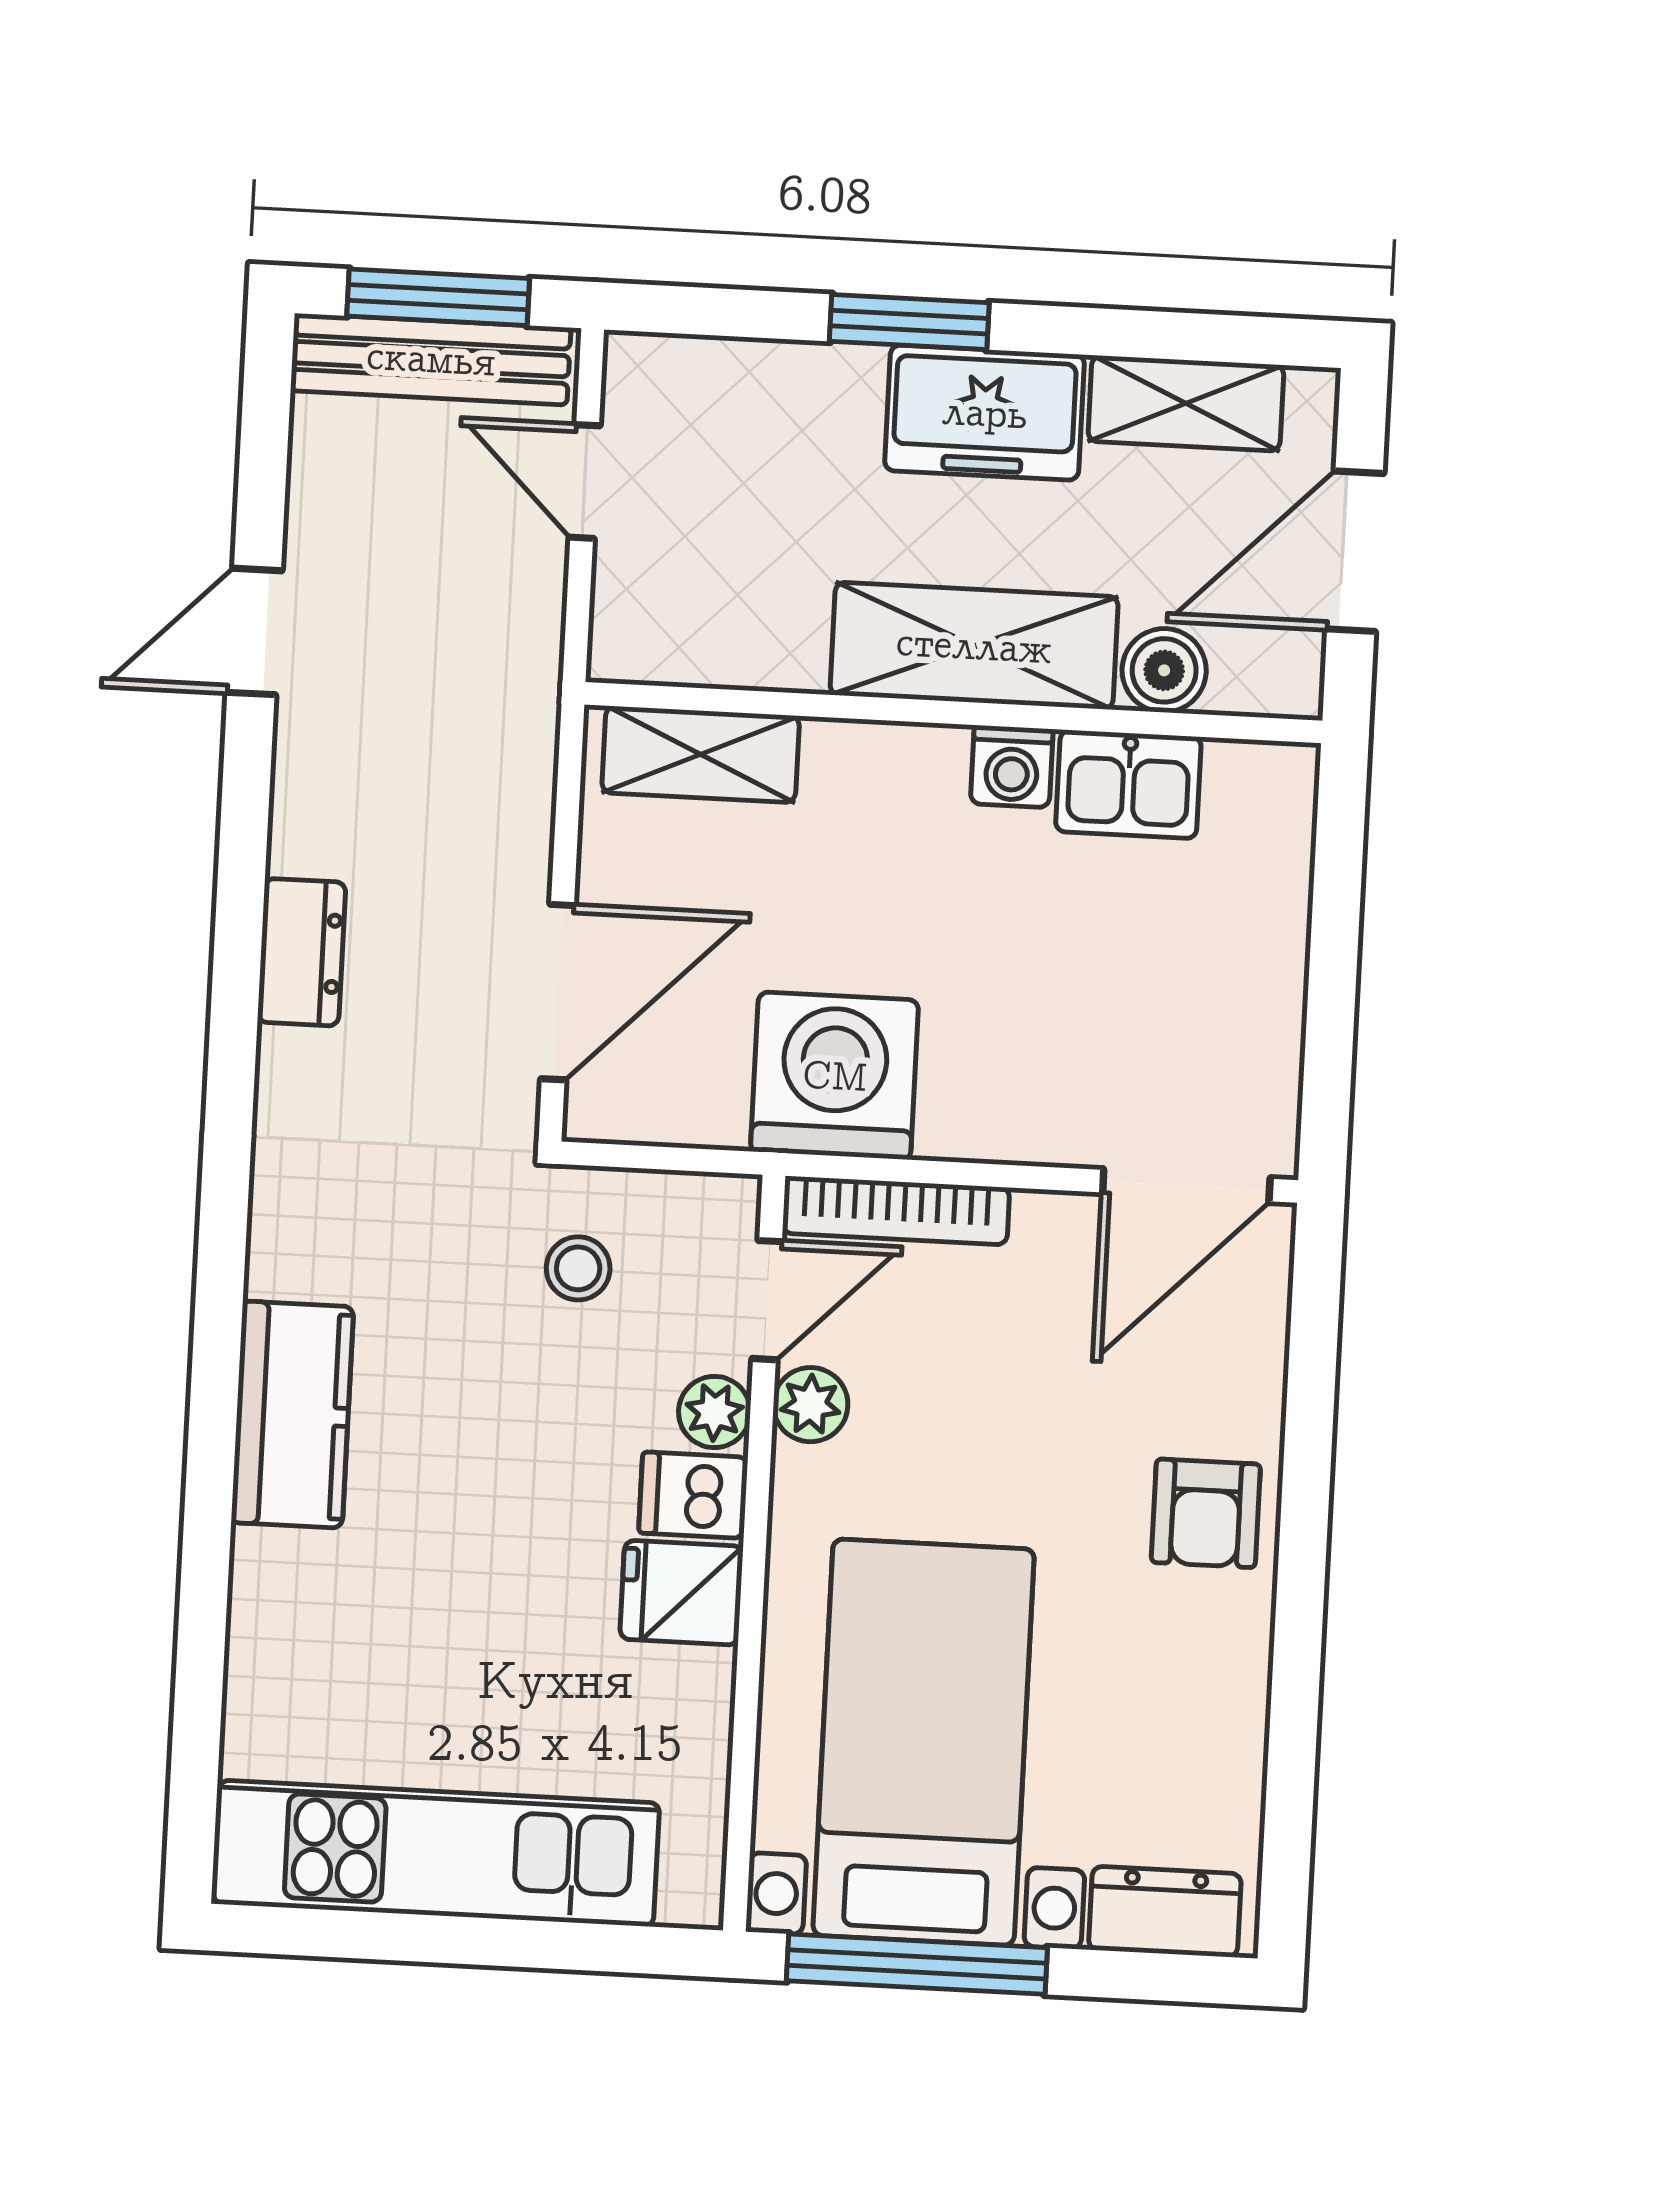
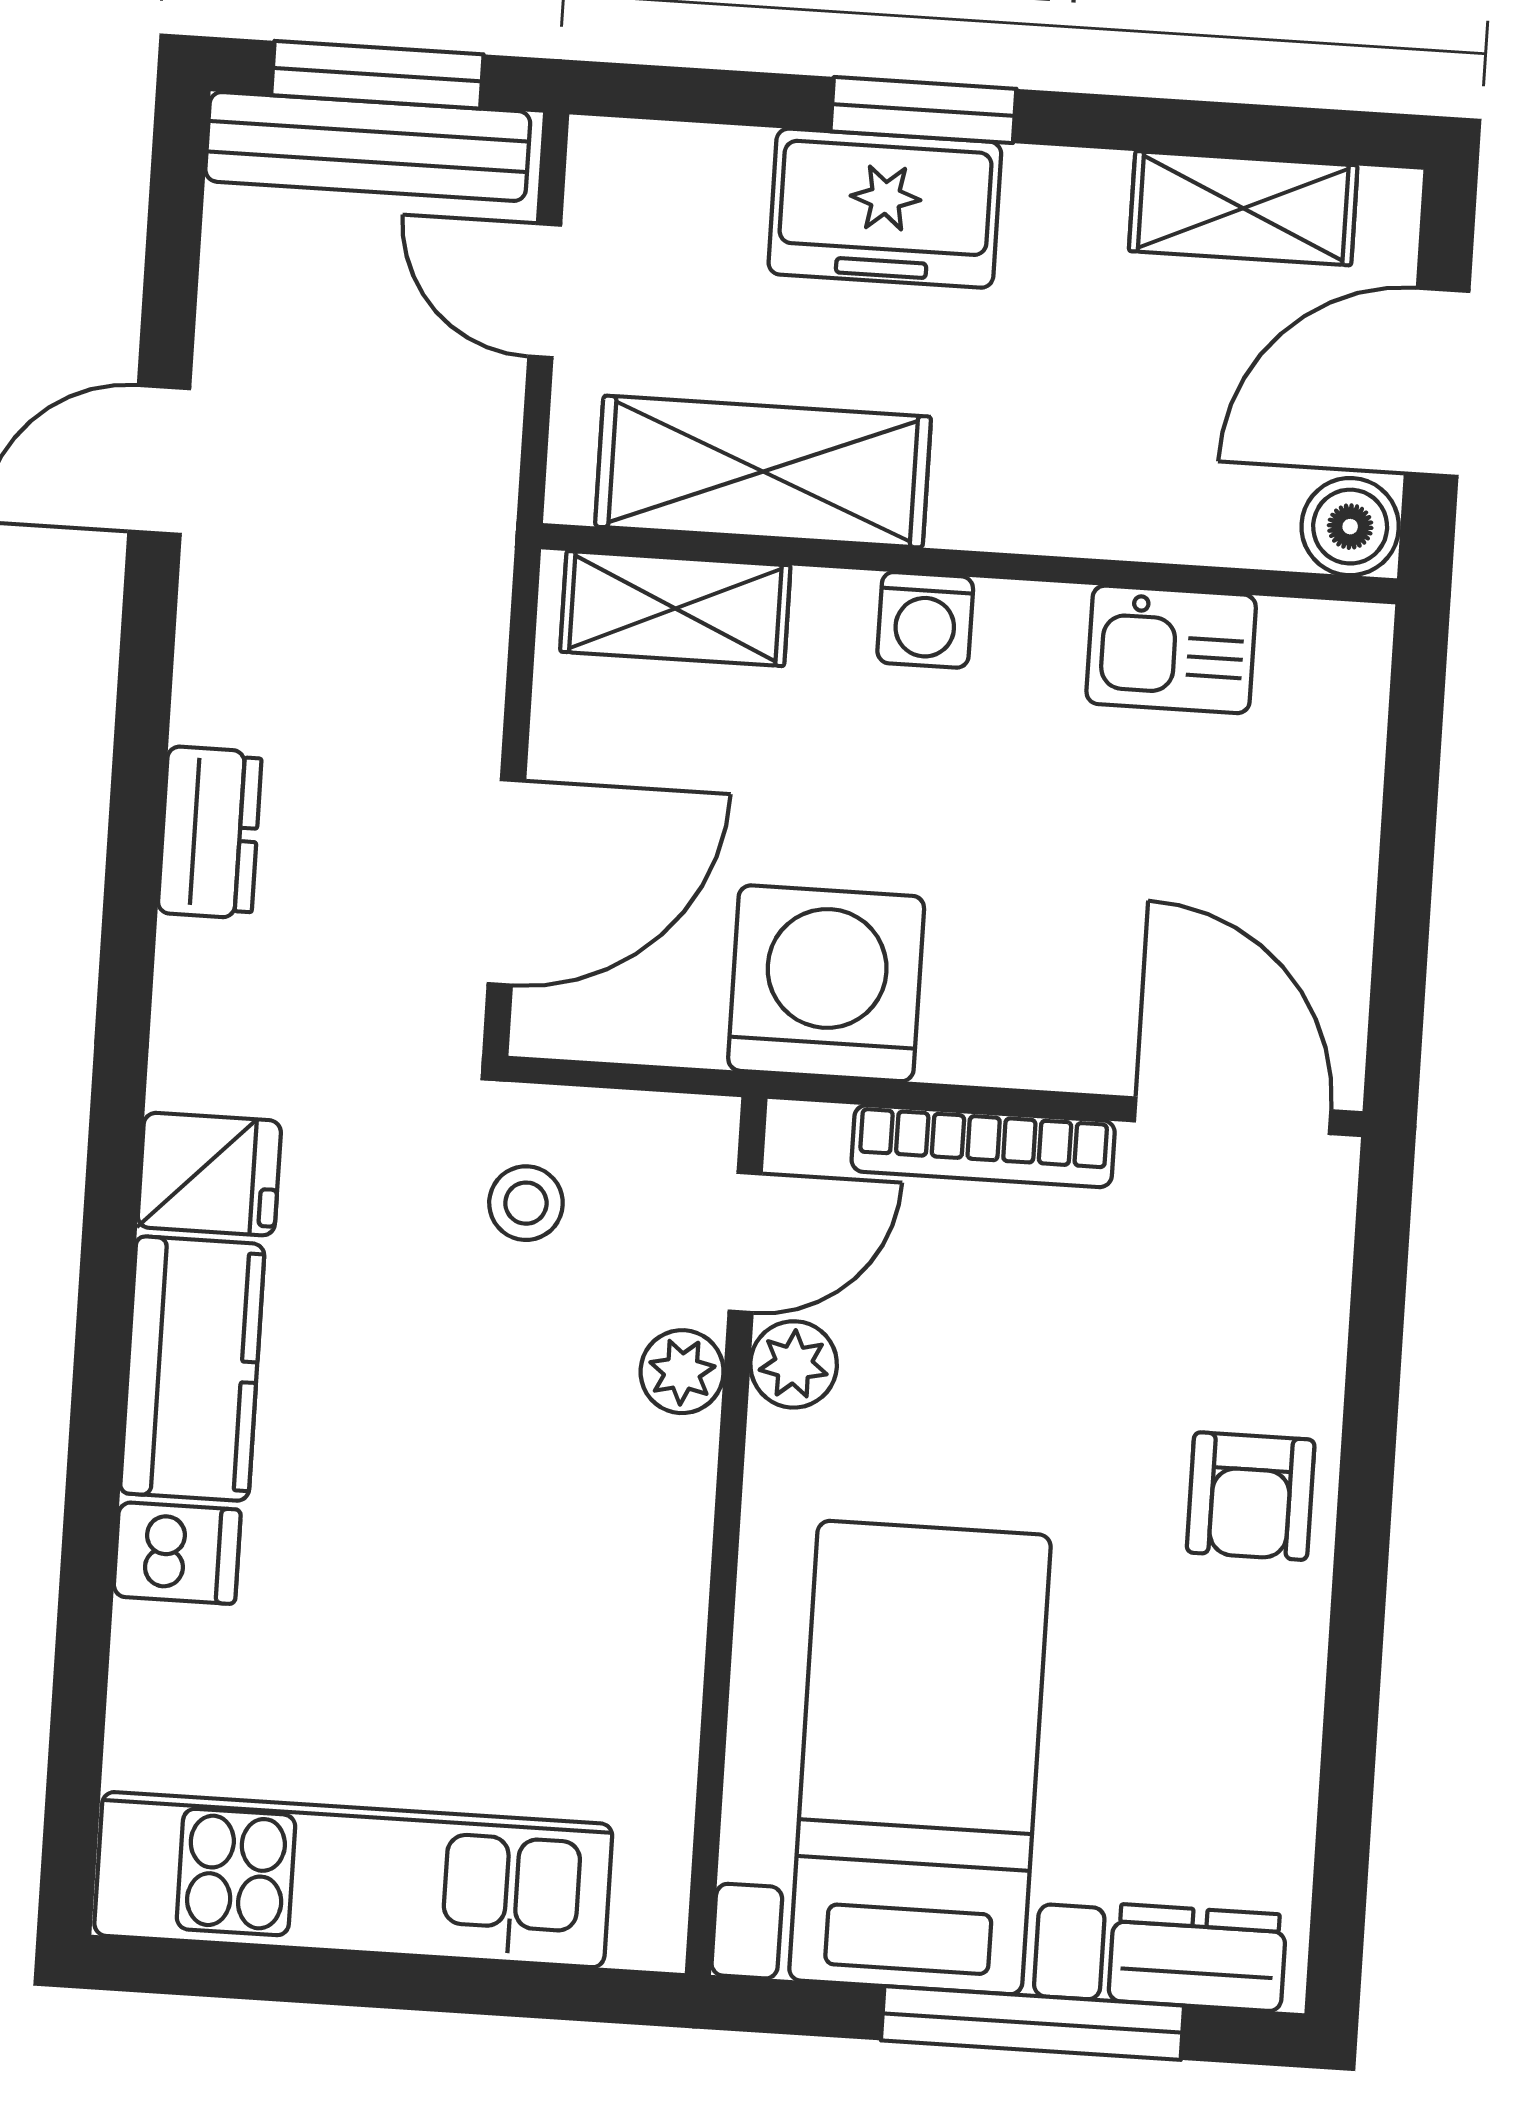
freezer: (985, 413) -> (885, 208), moved
shelving: (974, 646) -> (763, 472), moved
boiler: (1164, 670) -> (1350, 527), moved
washing machine: (1012, 766) -> (925, 620), moved
door: (1186, 1186) -> (1233, 1116), swing flipped
bookcase: (896, 1210) -> (983, 1146), moved
dishwasher: (693, 1495) -> (177, 1553), moved, turned 180
fridge: (681, 1593) -> (209, 1174), moved, turned 180
window: (917, 1964) -> (1033, 2023), moved

